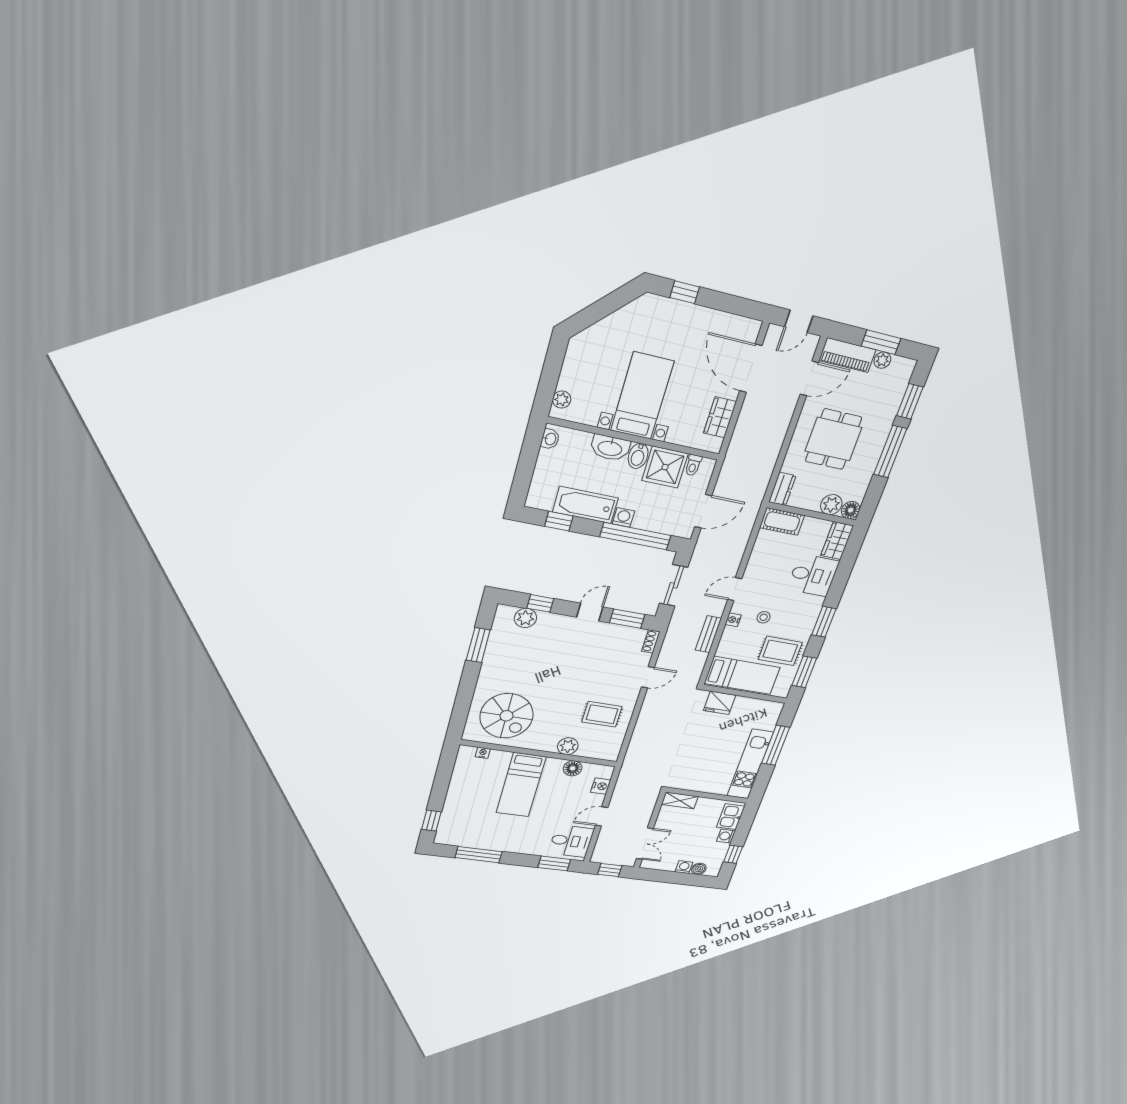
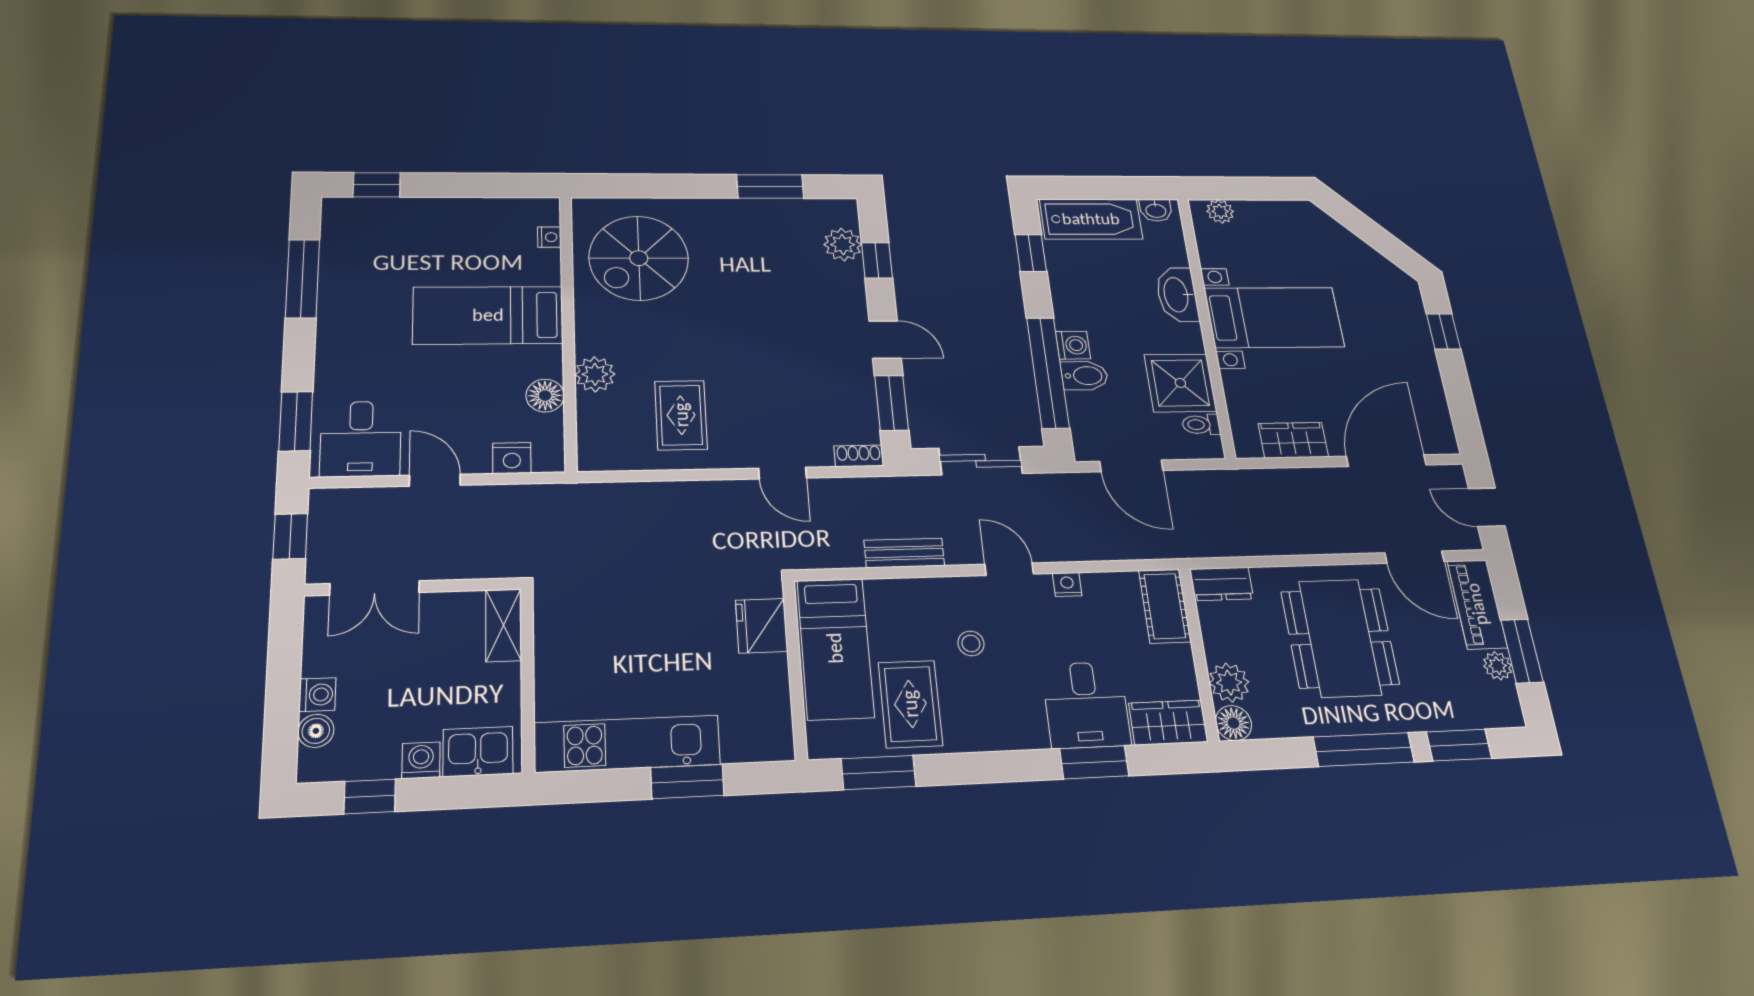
dining table: (833, 439) -> (1340, 638), width x1.38
bidet: (638, 456) -> (1085, 376), moved, turned 180
bathtub: (585, 505) -> (1091, 219), moved, turned 90
nightstand: (733, 620) -> (1067, 584), moved
window: (824, 622) -> (1094, 762), moved
window: (776, 745) -> (687, 781), width x0.69

